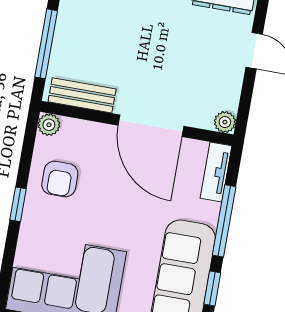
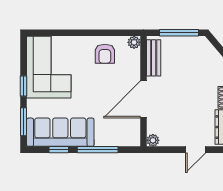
tv unit: (216, 172) -> (124, 140), removed
armchair: (60, 179) -> (105, 54), turned -90
window: (18, 204) -> (87, 33), removed

